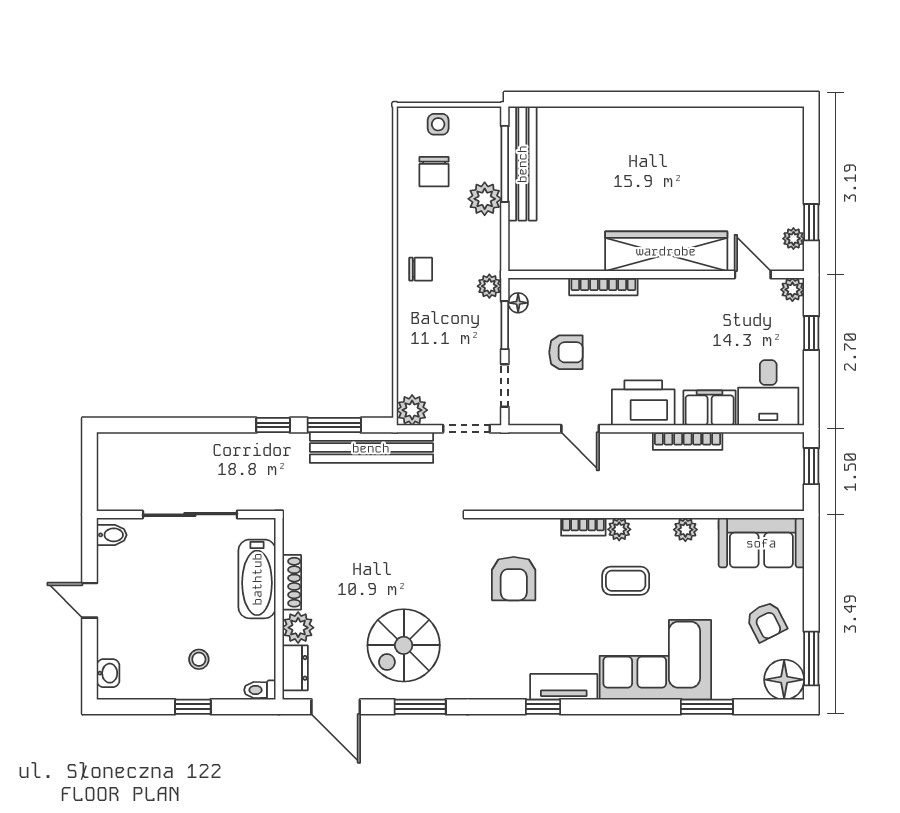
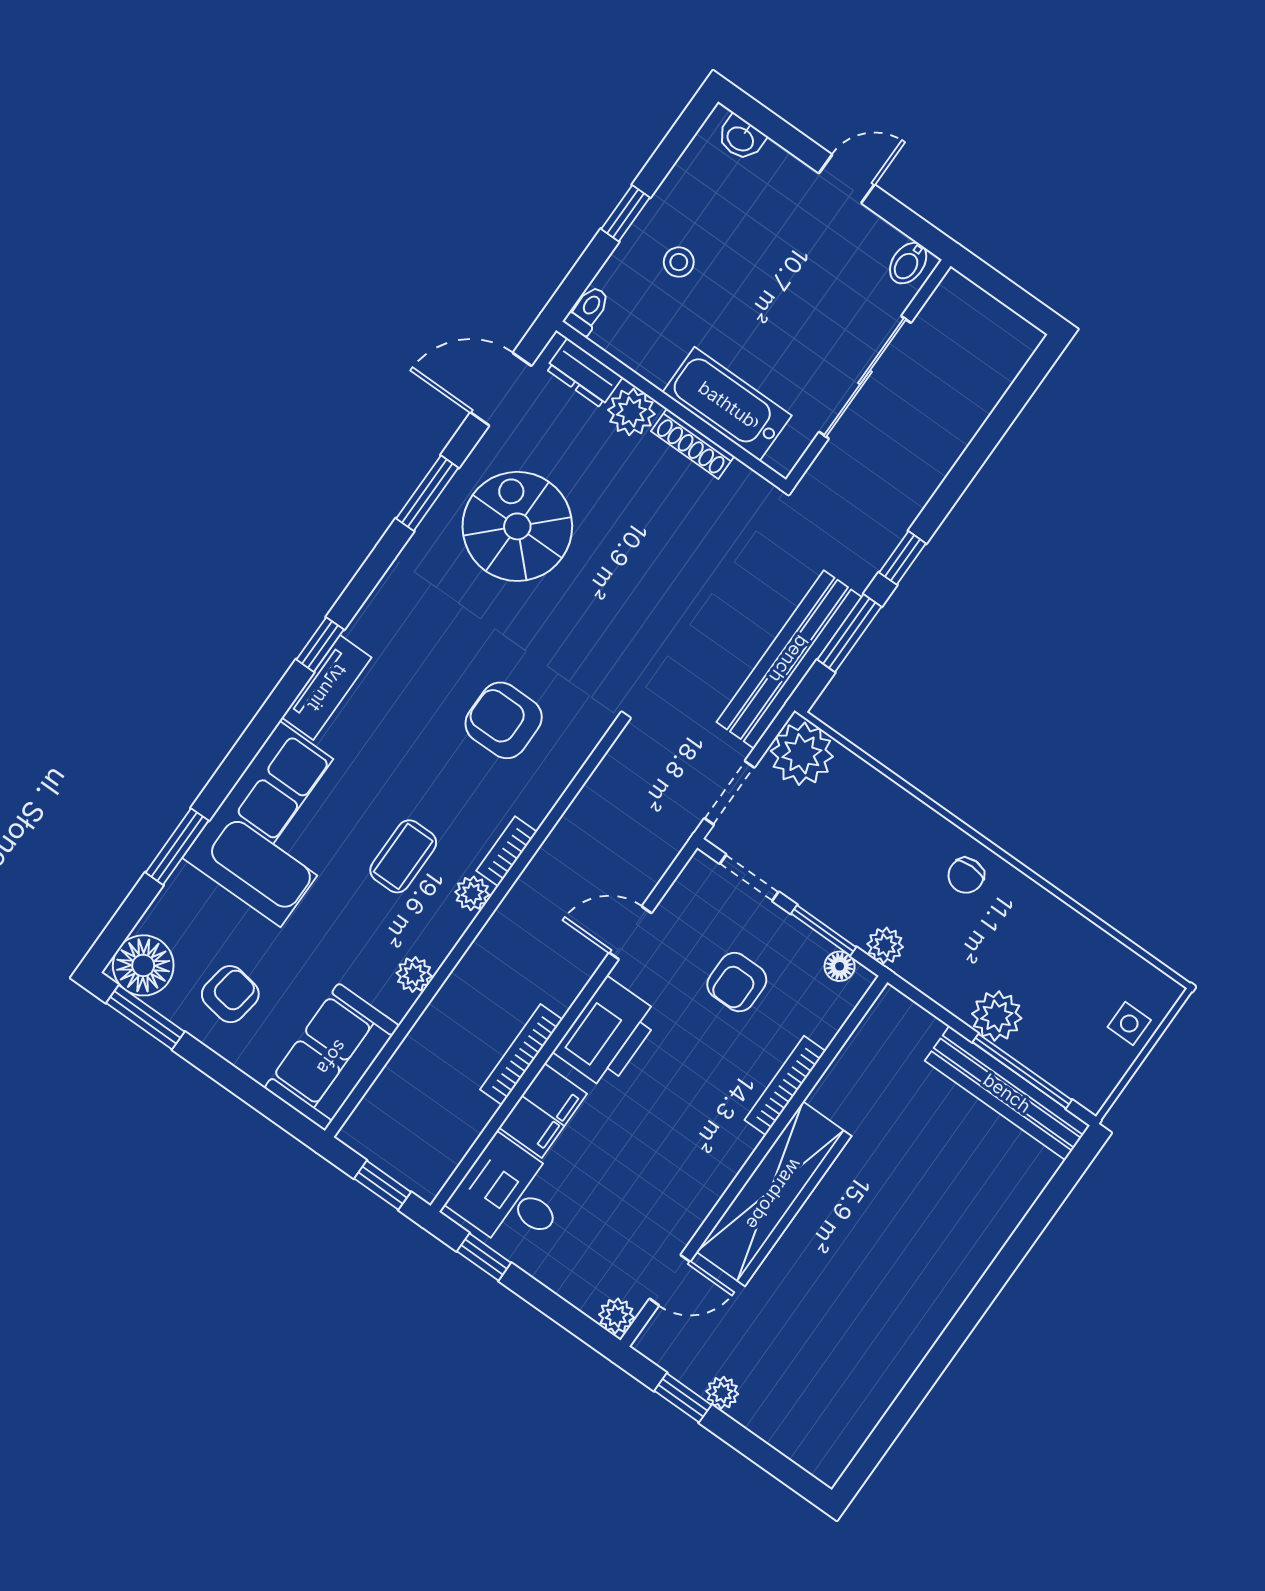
chair: (434, 172) -> (1074, 977), removed
plant: (793, 239) -> (722, 1393), moved
window: (811, 333) -> (484, 1257), moved
plant: (412, 410) -> (802, 754), width x1.36, depth x1.36
armchair: (766, 622) -> (230, 994), turned 126

